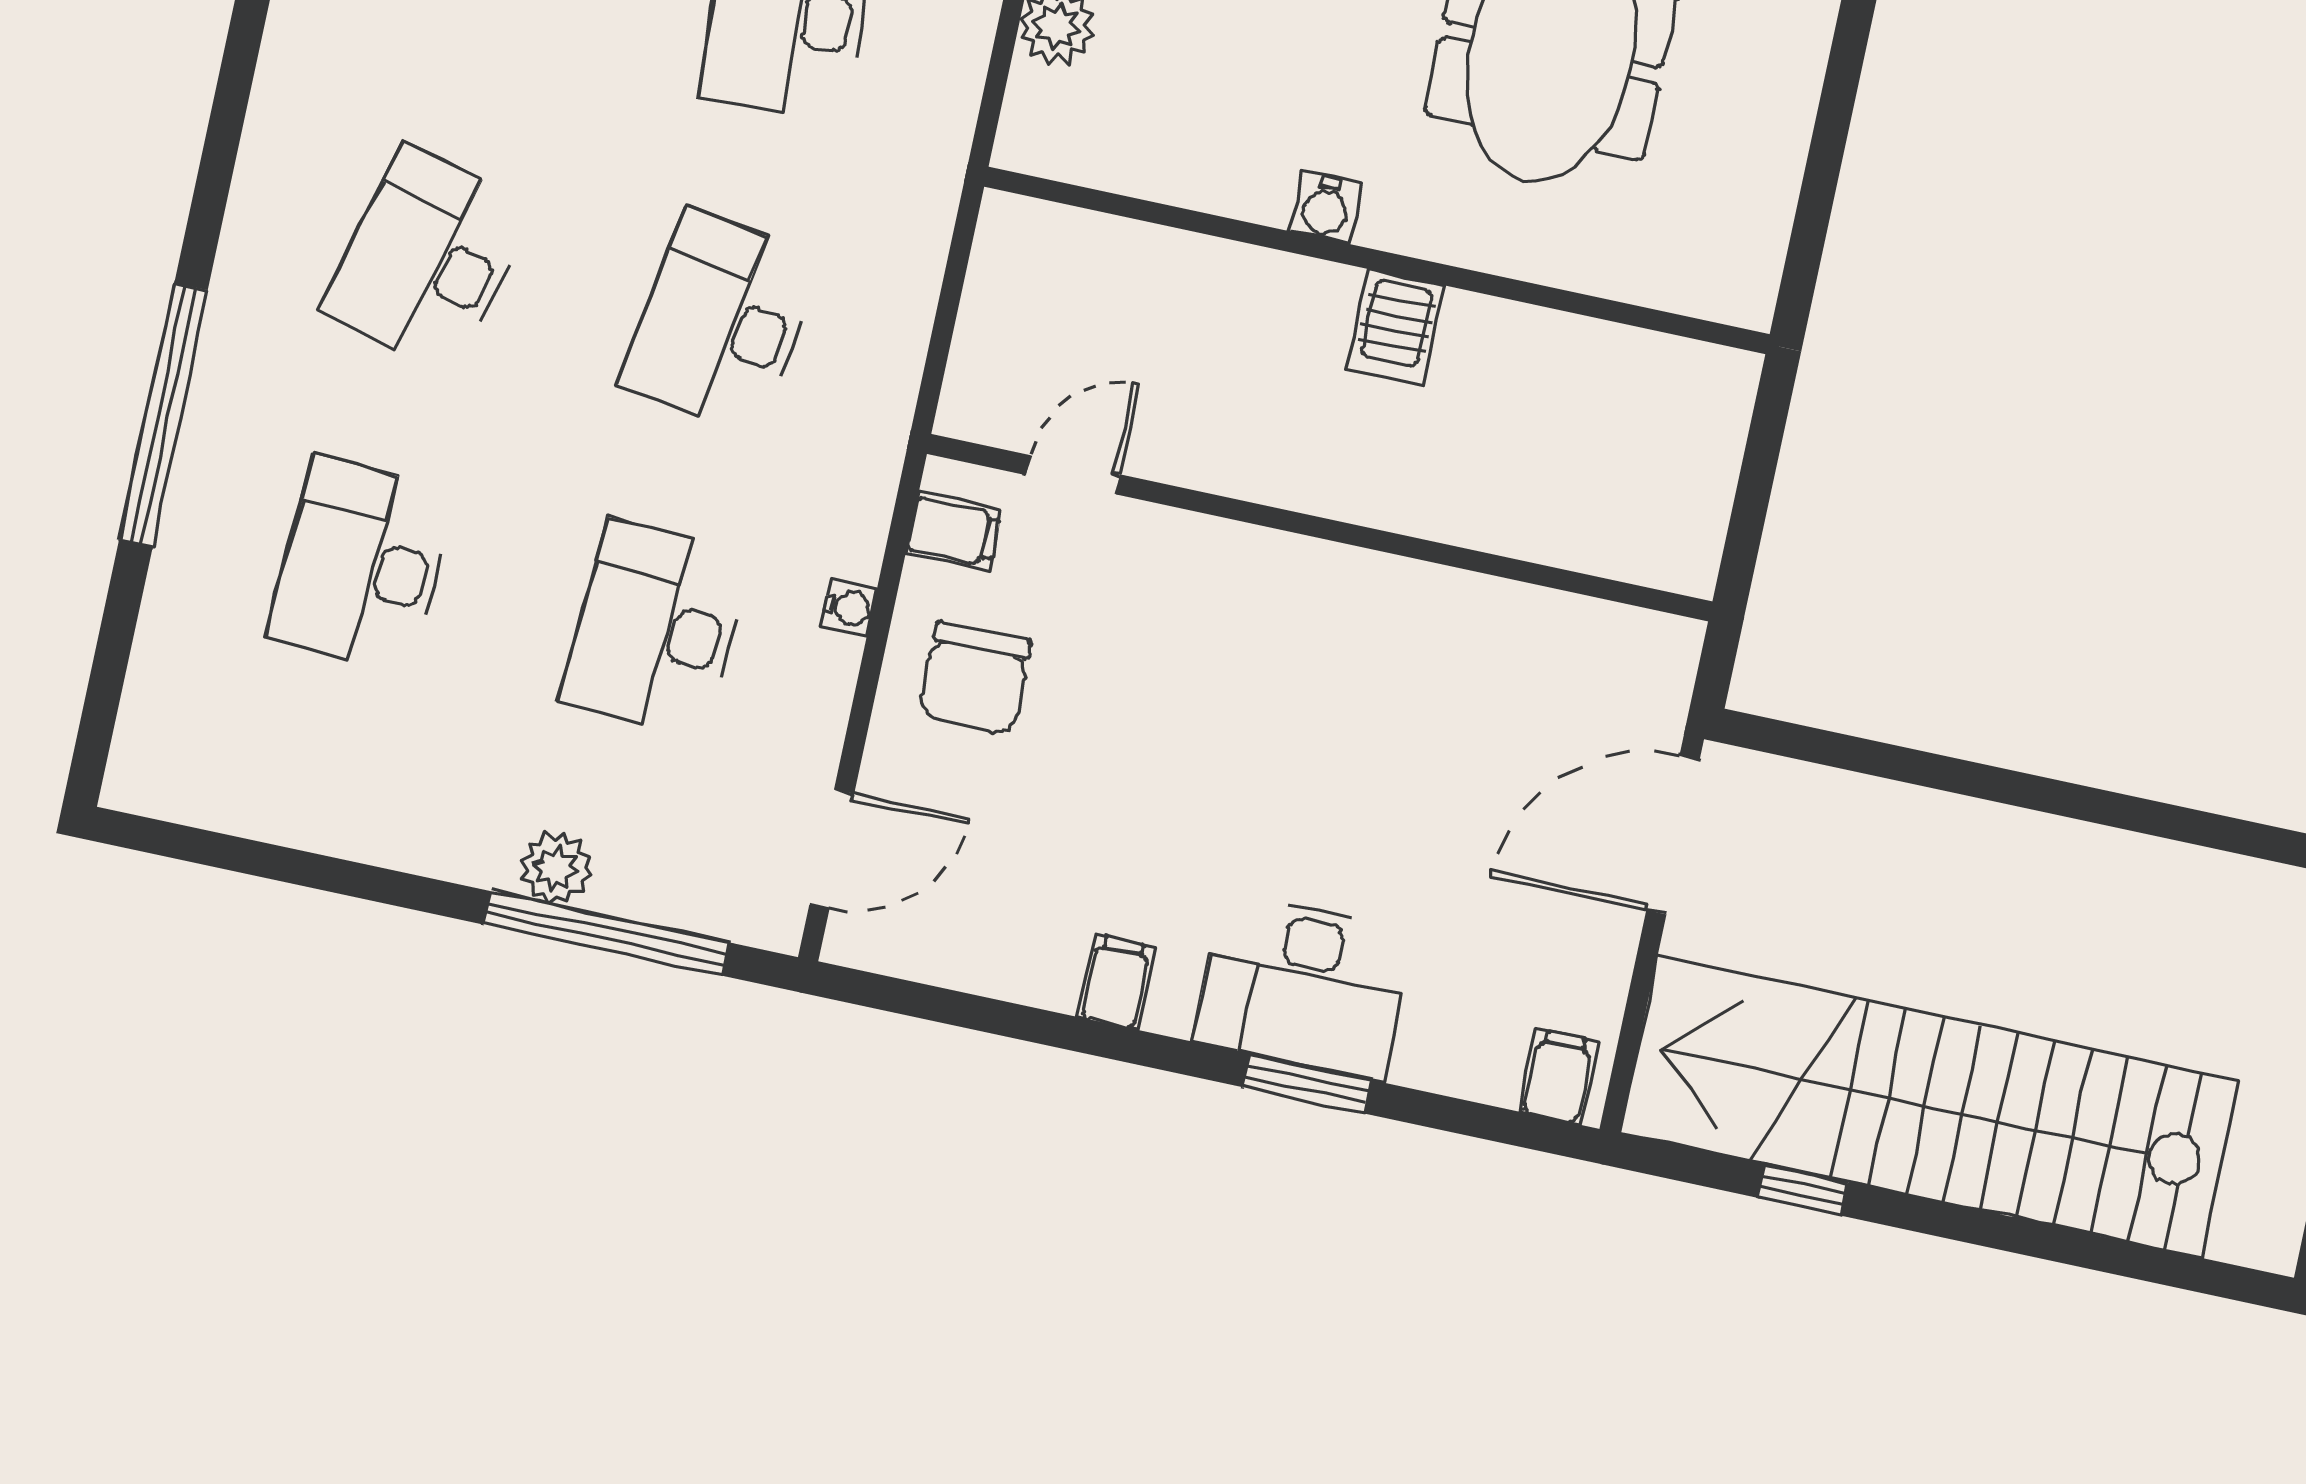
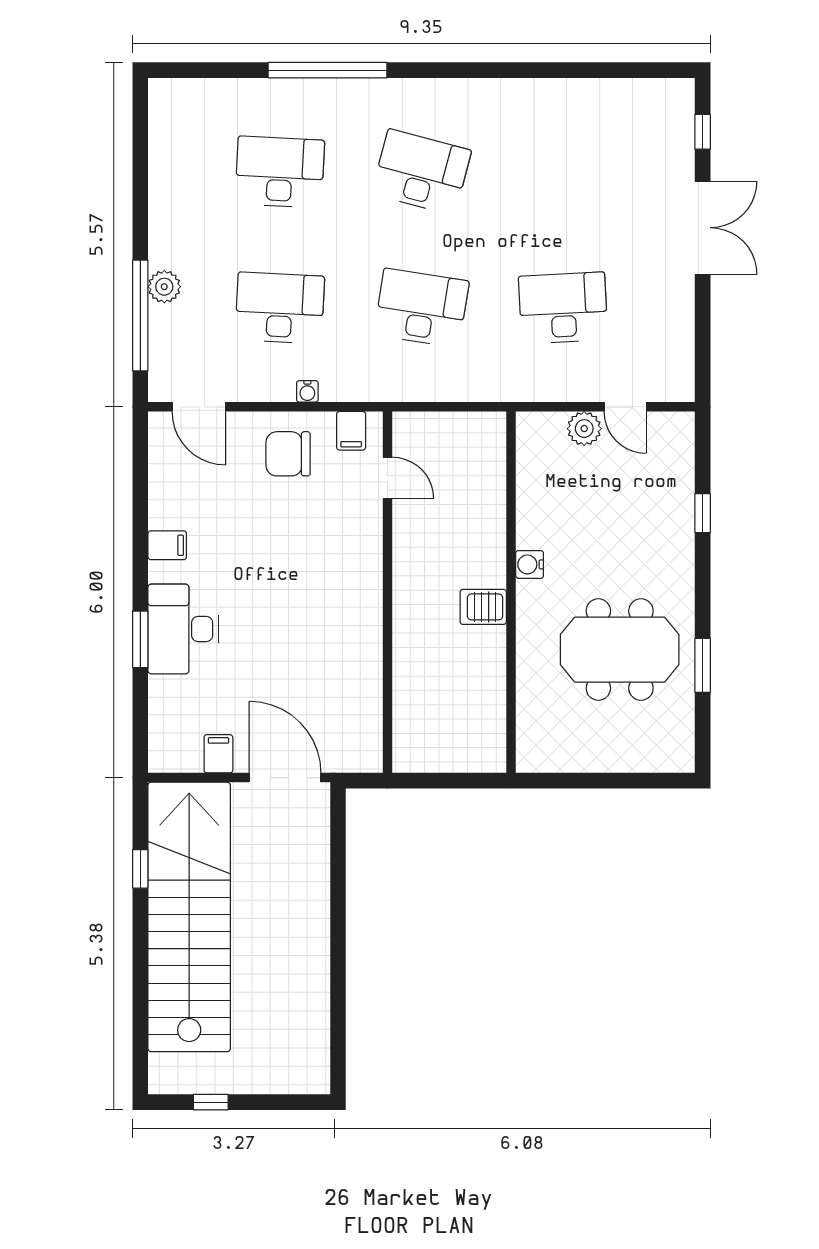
filing cabinet: (1559, 1077) -> (218, 754), moved, turned -90

